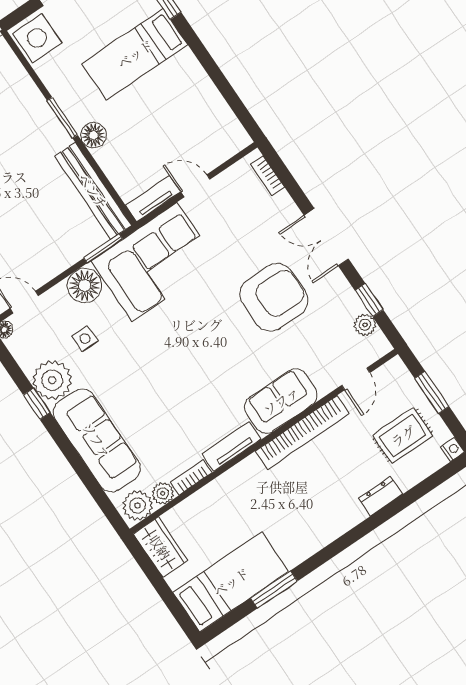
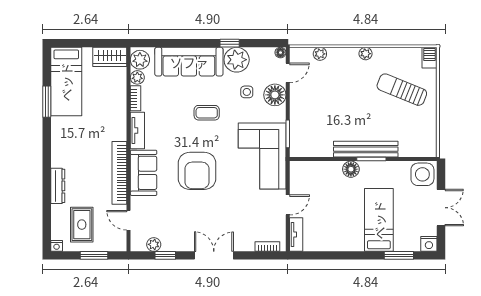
bench: (93, 191) -> (366, 149), moved
tv unit: (153, 199) -> (296, 234), moved
floor lamp: (85, 286) -> (275, 95), moved
armchair: (274, 297) -> (197, 171), moved
coffee table: (147, 372) -> (207, 113), added
dresser: (381, 496) -> (58, 186), width x1.44

